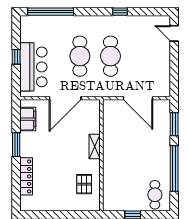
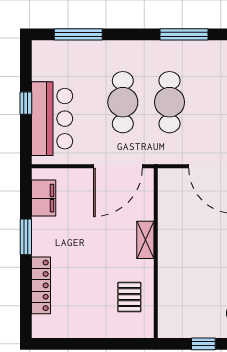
window: (51, 12) -> (78, 34), width x0.68
window: (120, 12) -> (184, 34), width x2.17
door: (65, 98) -> (118, 166), moved

